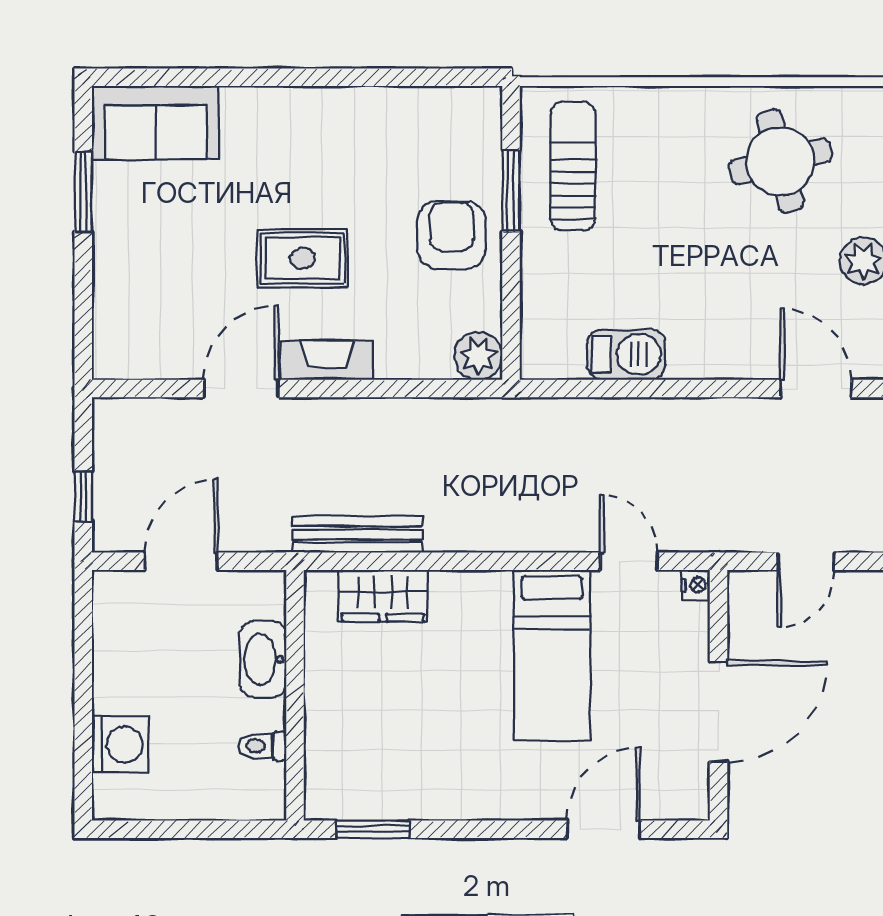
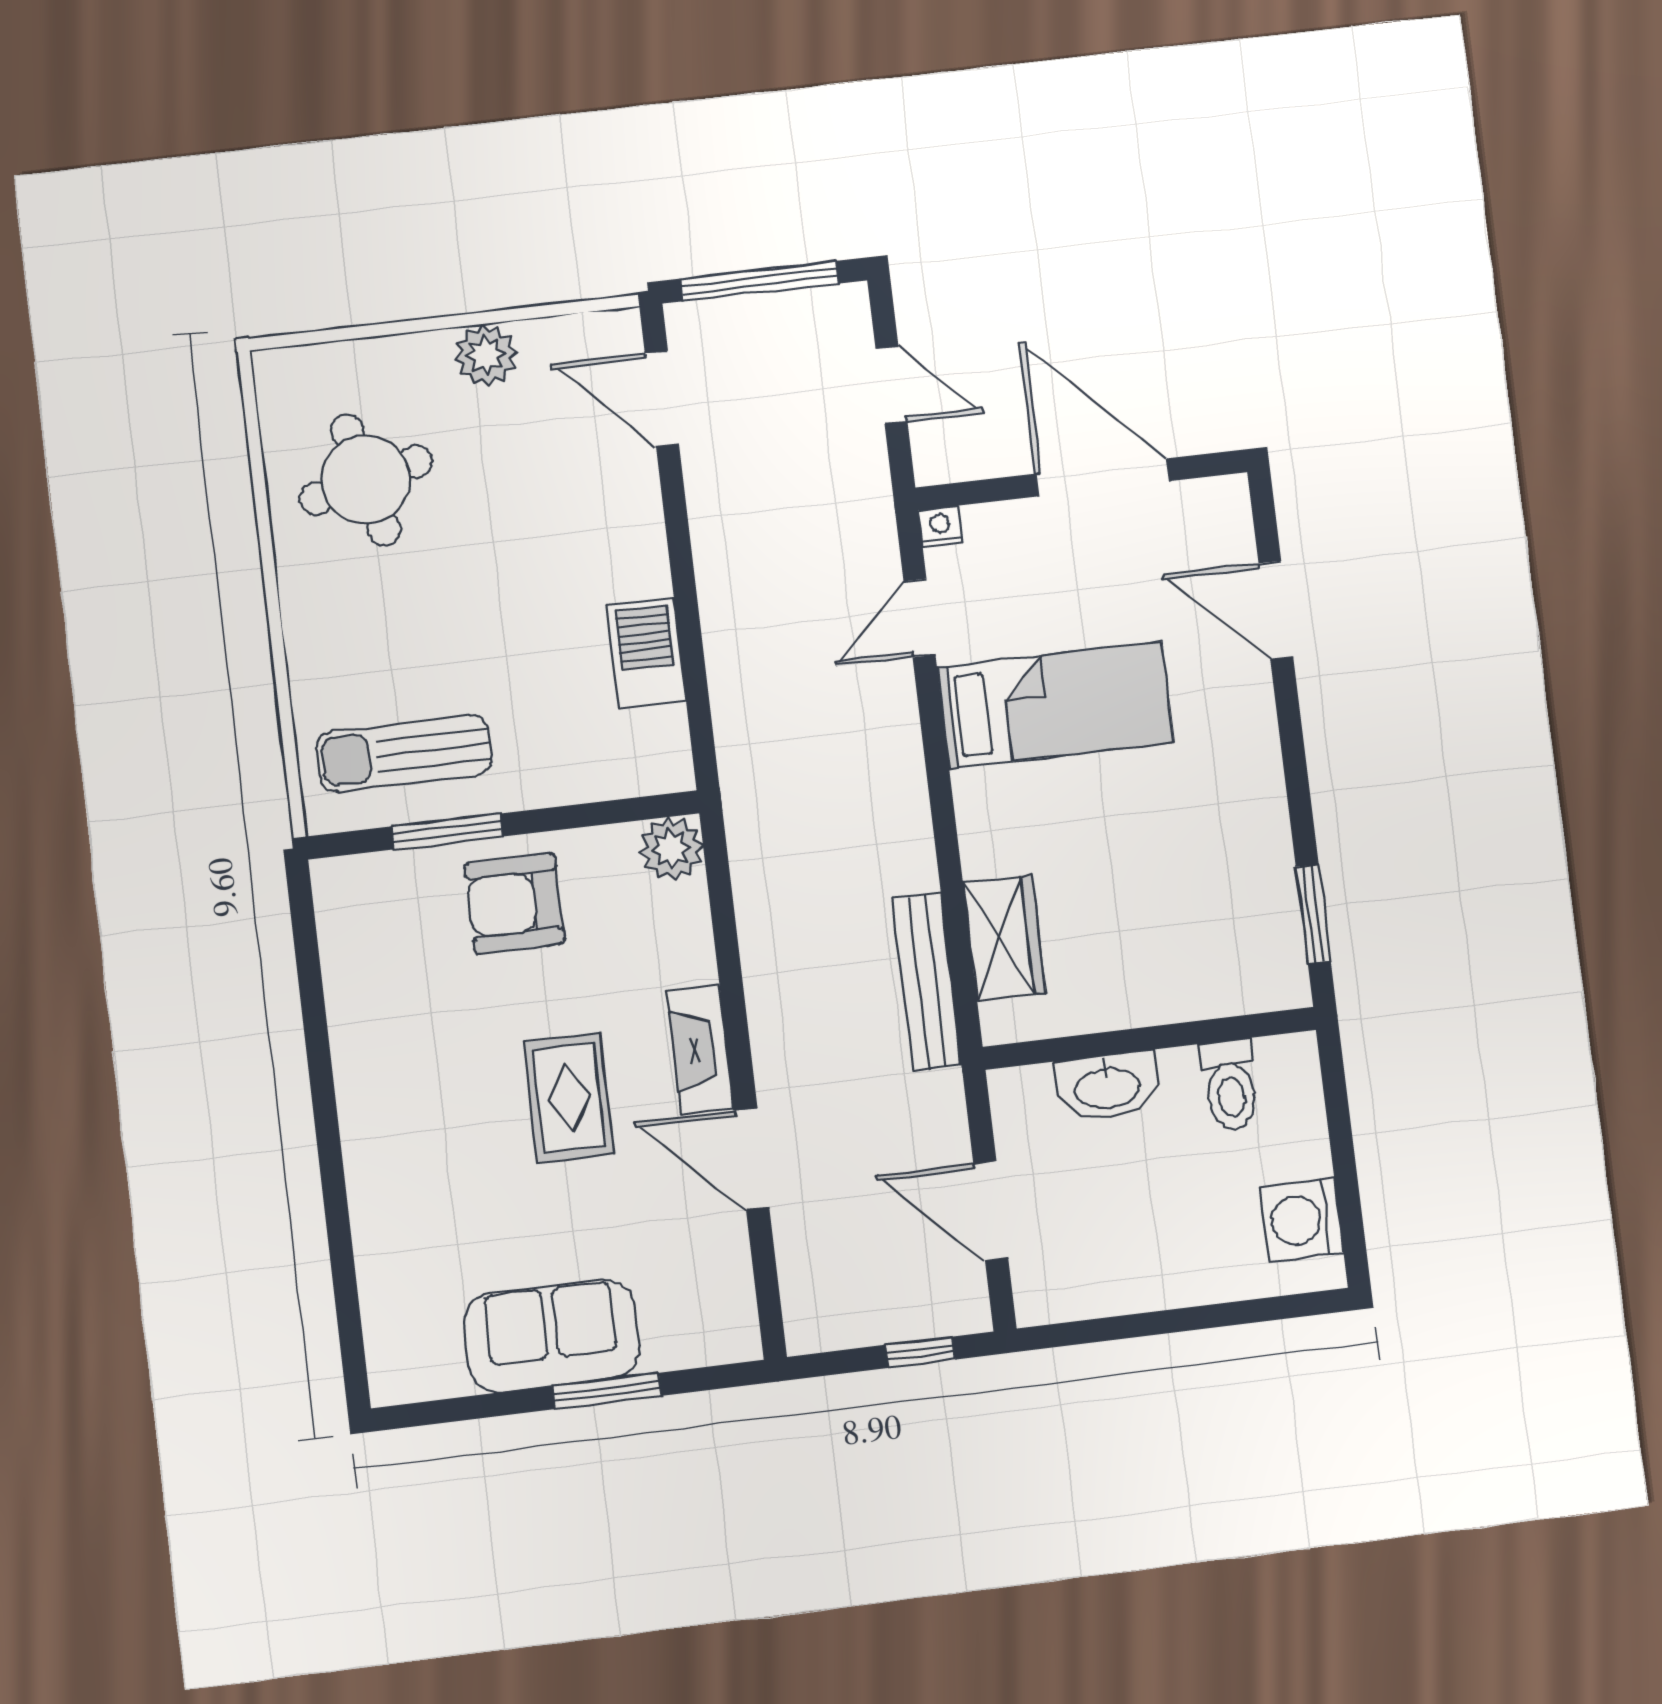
sofa: (155, 123) -> (552, 1336), moved, turned -90
window: (83, 192) -> (607, 1391), moved
door: (816, 388) -> (662, 399), hinge flipped
washing machine: (120, 744) -> (1302, 1220), moved, turned -90
toilet: (262, 746) -> (1230, 1085), width x1.37, depth x1.39

